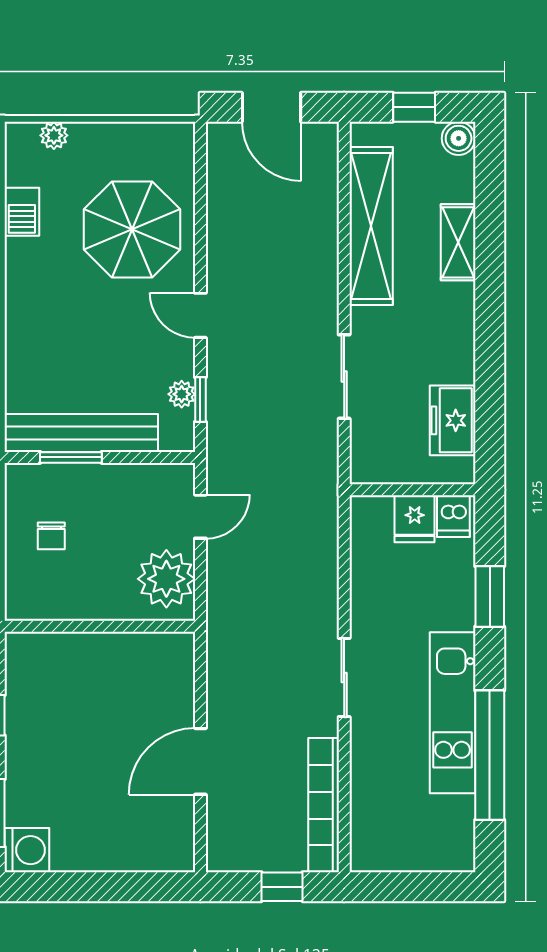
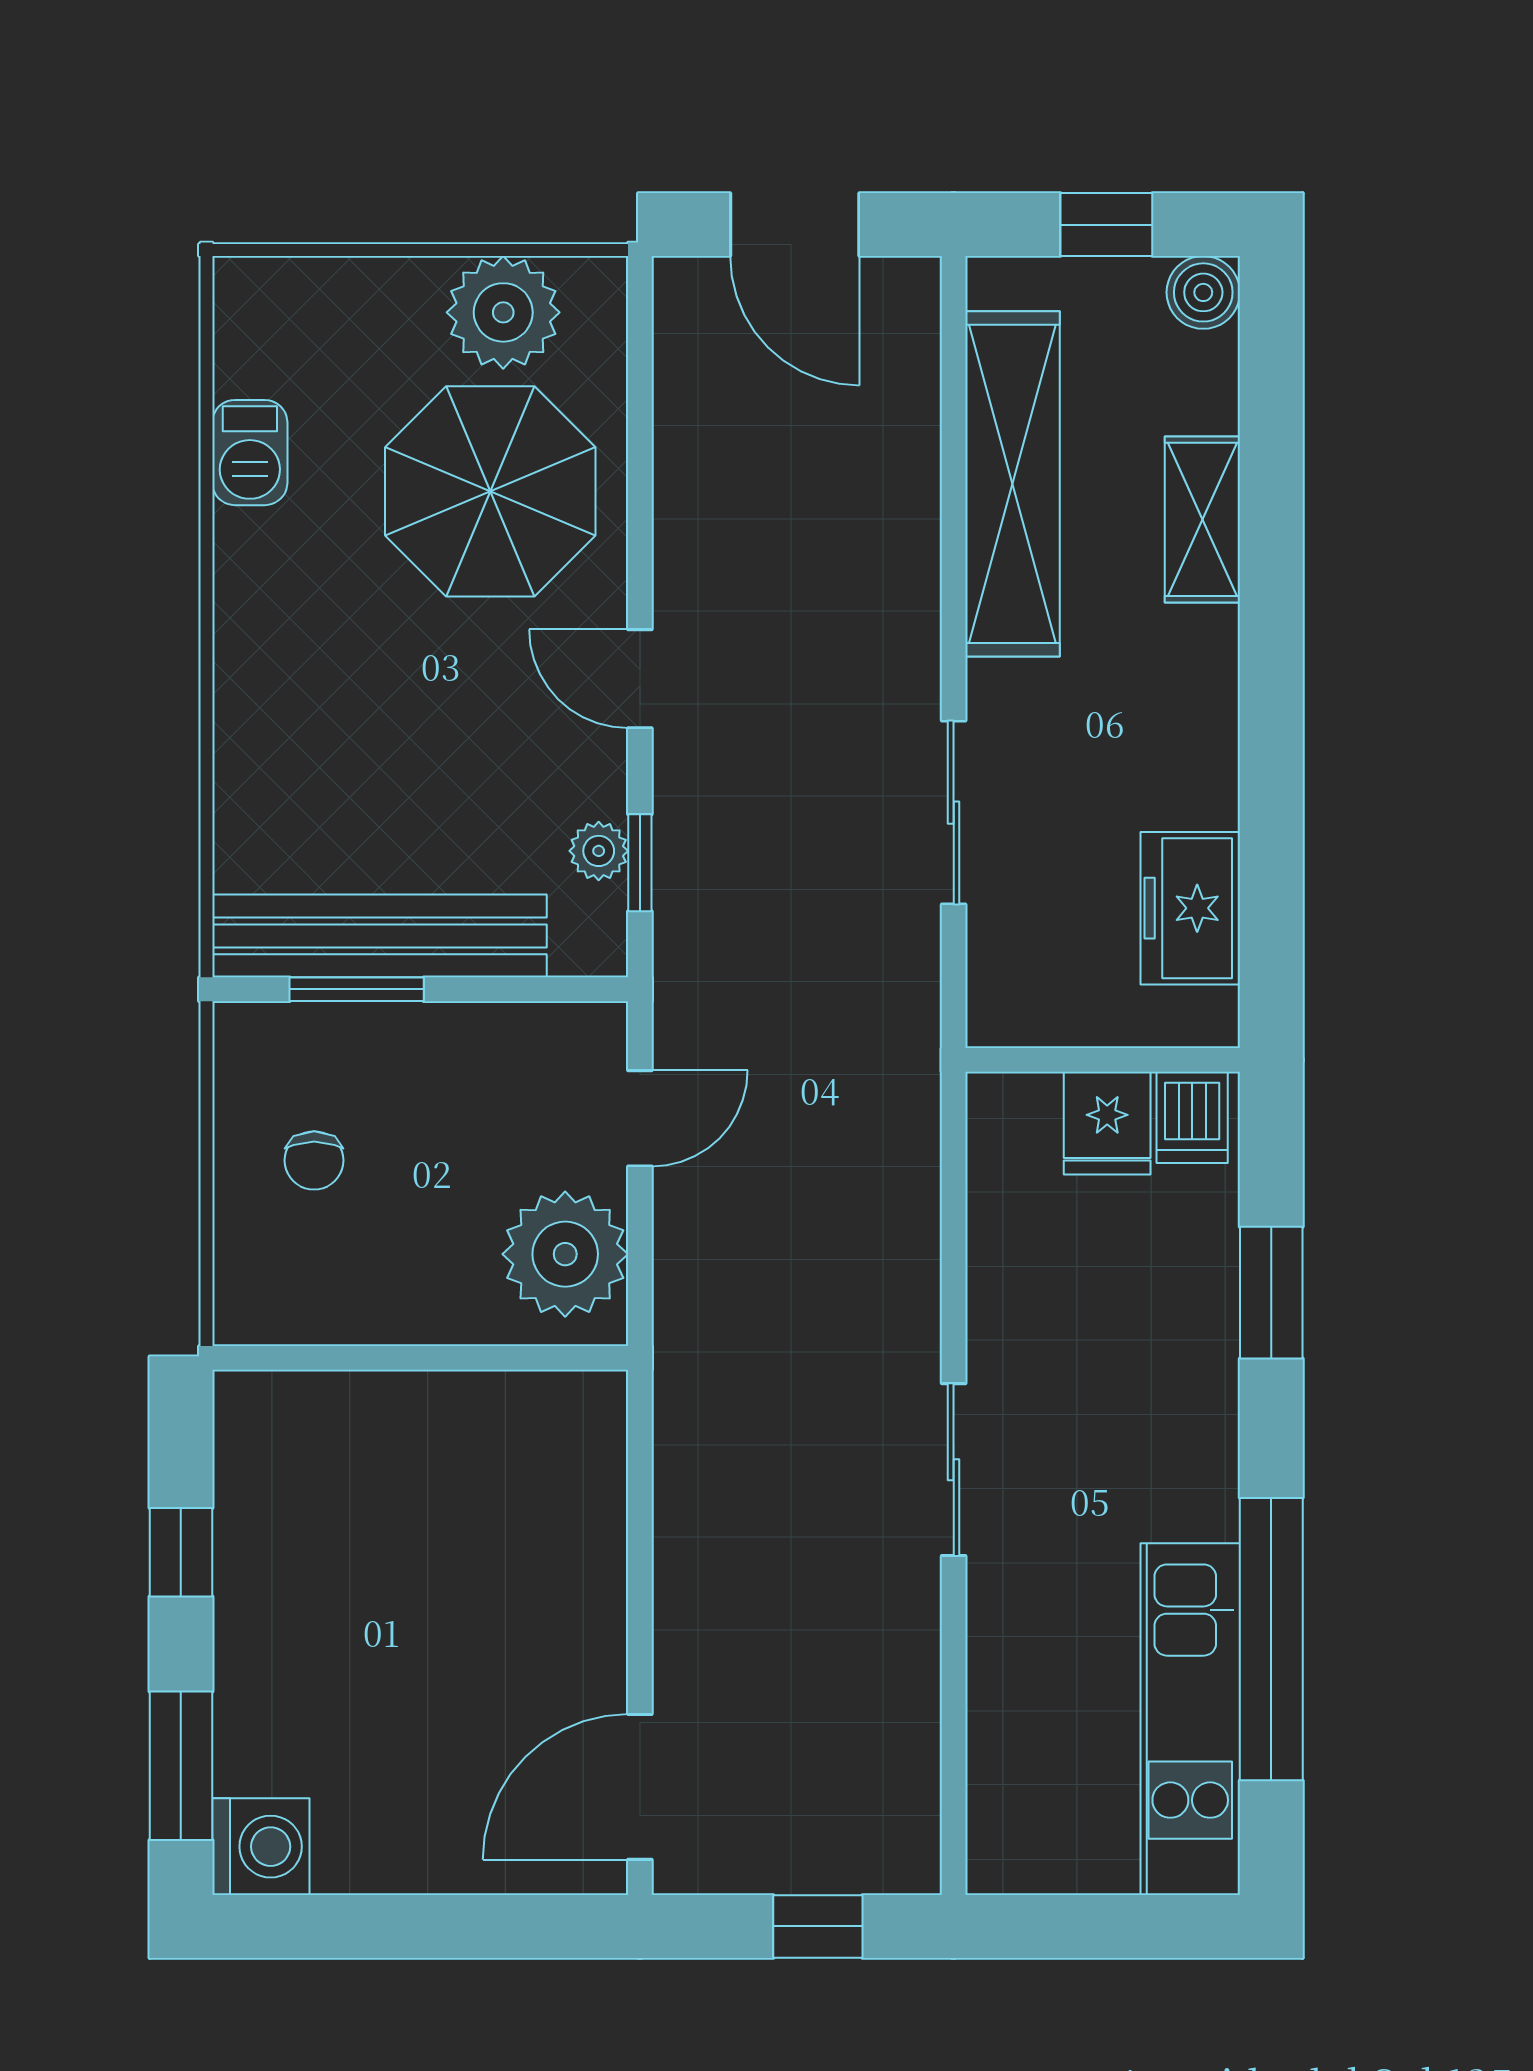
plant: (54, 135) -> (503, 312), moved, width x1.87, depth x1.87
kitchen unit: (453, 713) -> (1190, 1719), moved
door: (200, 761) -> (640, 1787), moved
bookcase: (324, 805) -> (908, 1748), removed

